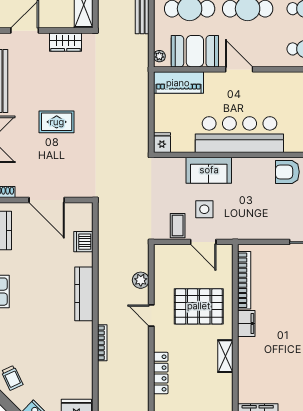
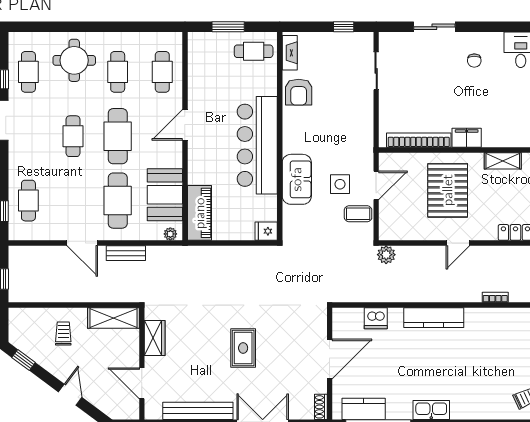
door: (239, 69) -> (185, 125), moved
plant: (141, 280) -> (386, 255), moved
bookcase: (102, 343) -> (495, 297), width x0.64

